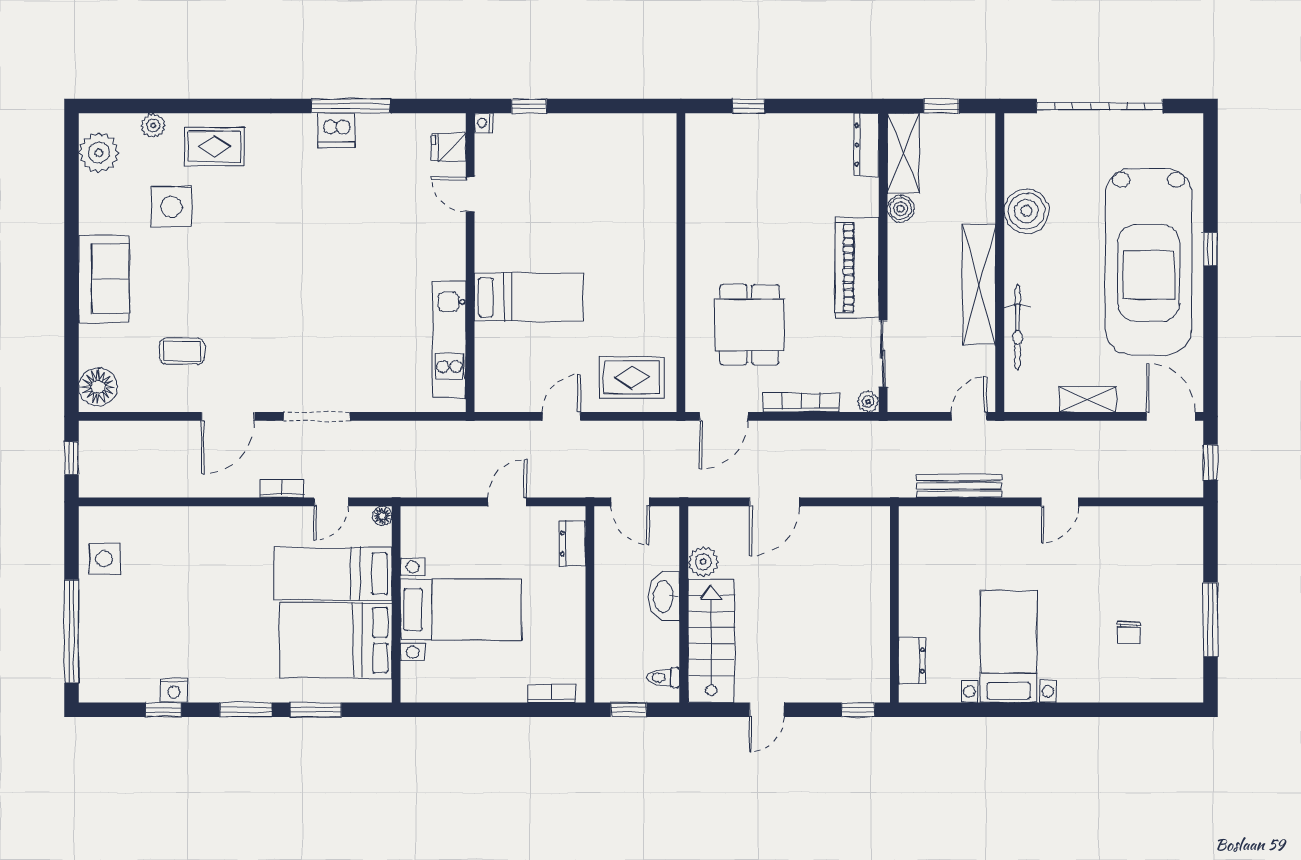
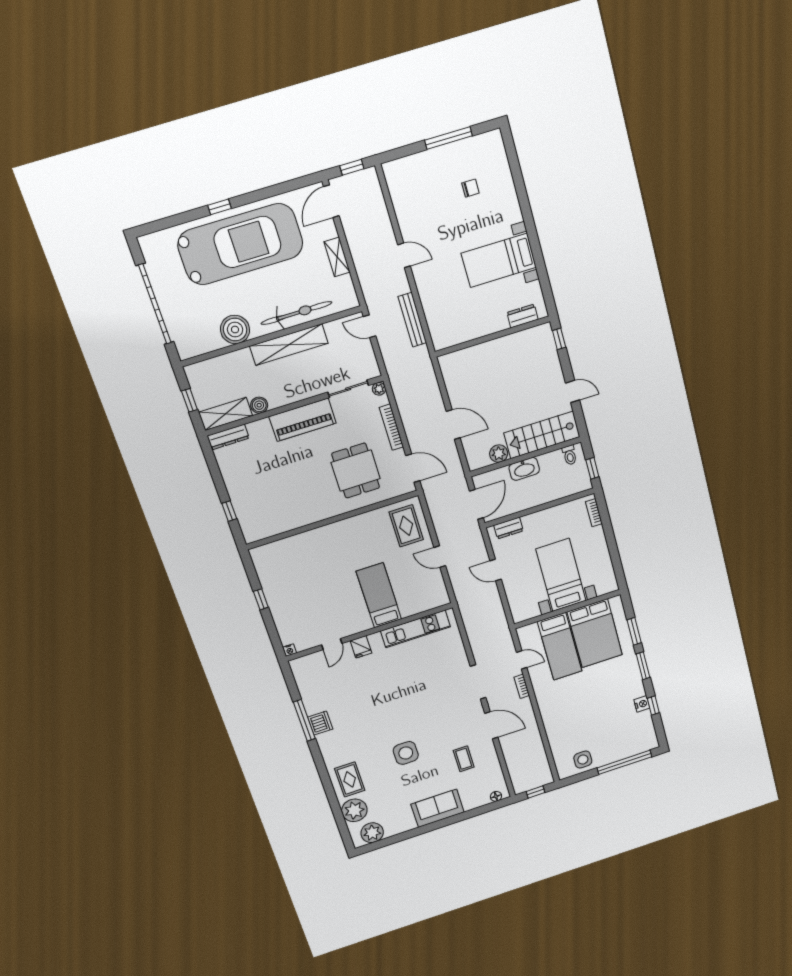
window: (529, 106) -> (261, 599), moved
plant: (153, 125) -> (354, 810), width x1.88, depth x1.88
fridge: (449, 147) -> (361, 647), moved
side table: (171, 207) -> (406, 753), moved
dining table: (749, 325) -> (356, 471), turned 90
bicycle: (1018, 327) -> (297, 313), width x1.37, depth x1.40
floor lamp: (98, 387) -> (496, 796), width x0.53, depth x0.53
door: (630, 502) -> (476, 504), width x1.38
floor lamp: (382, 516) -> (522, 632), removed

